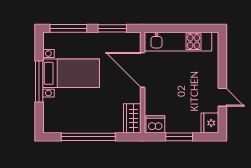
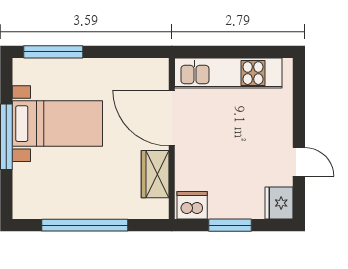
window: (112, 28) -> (123, 52), removed
wardrobe: (132, 118) -> (155, 174), moved

